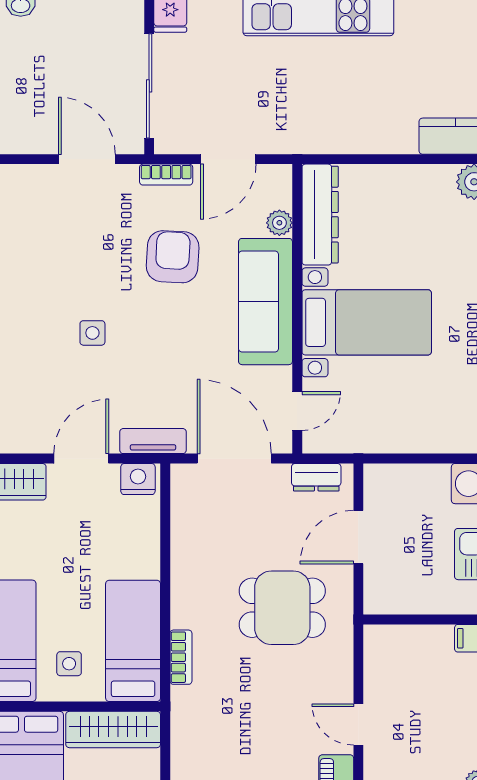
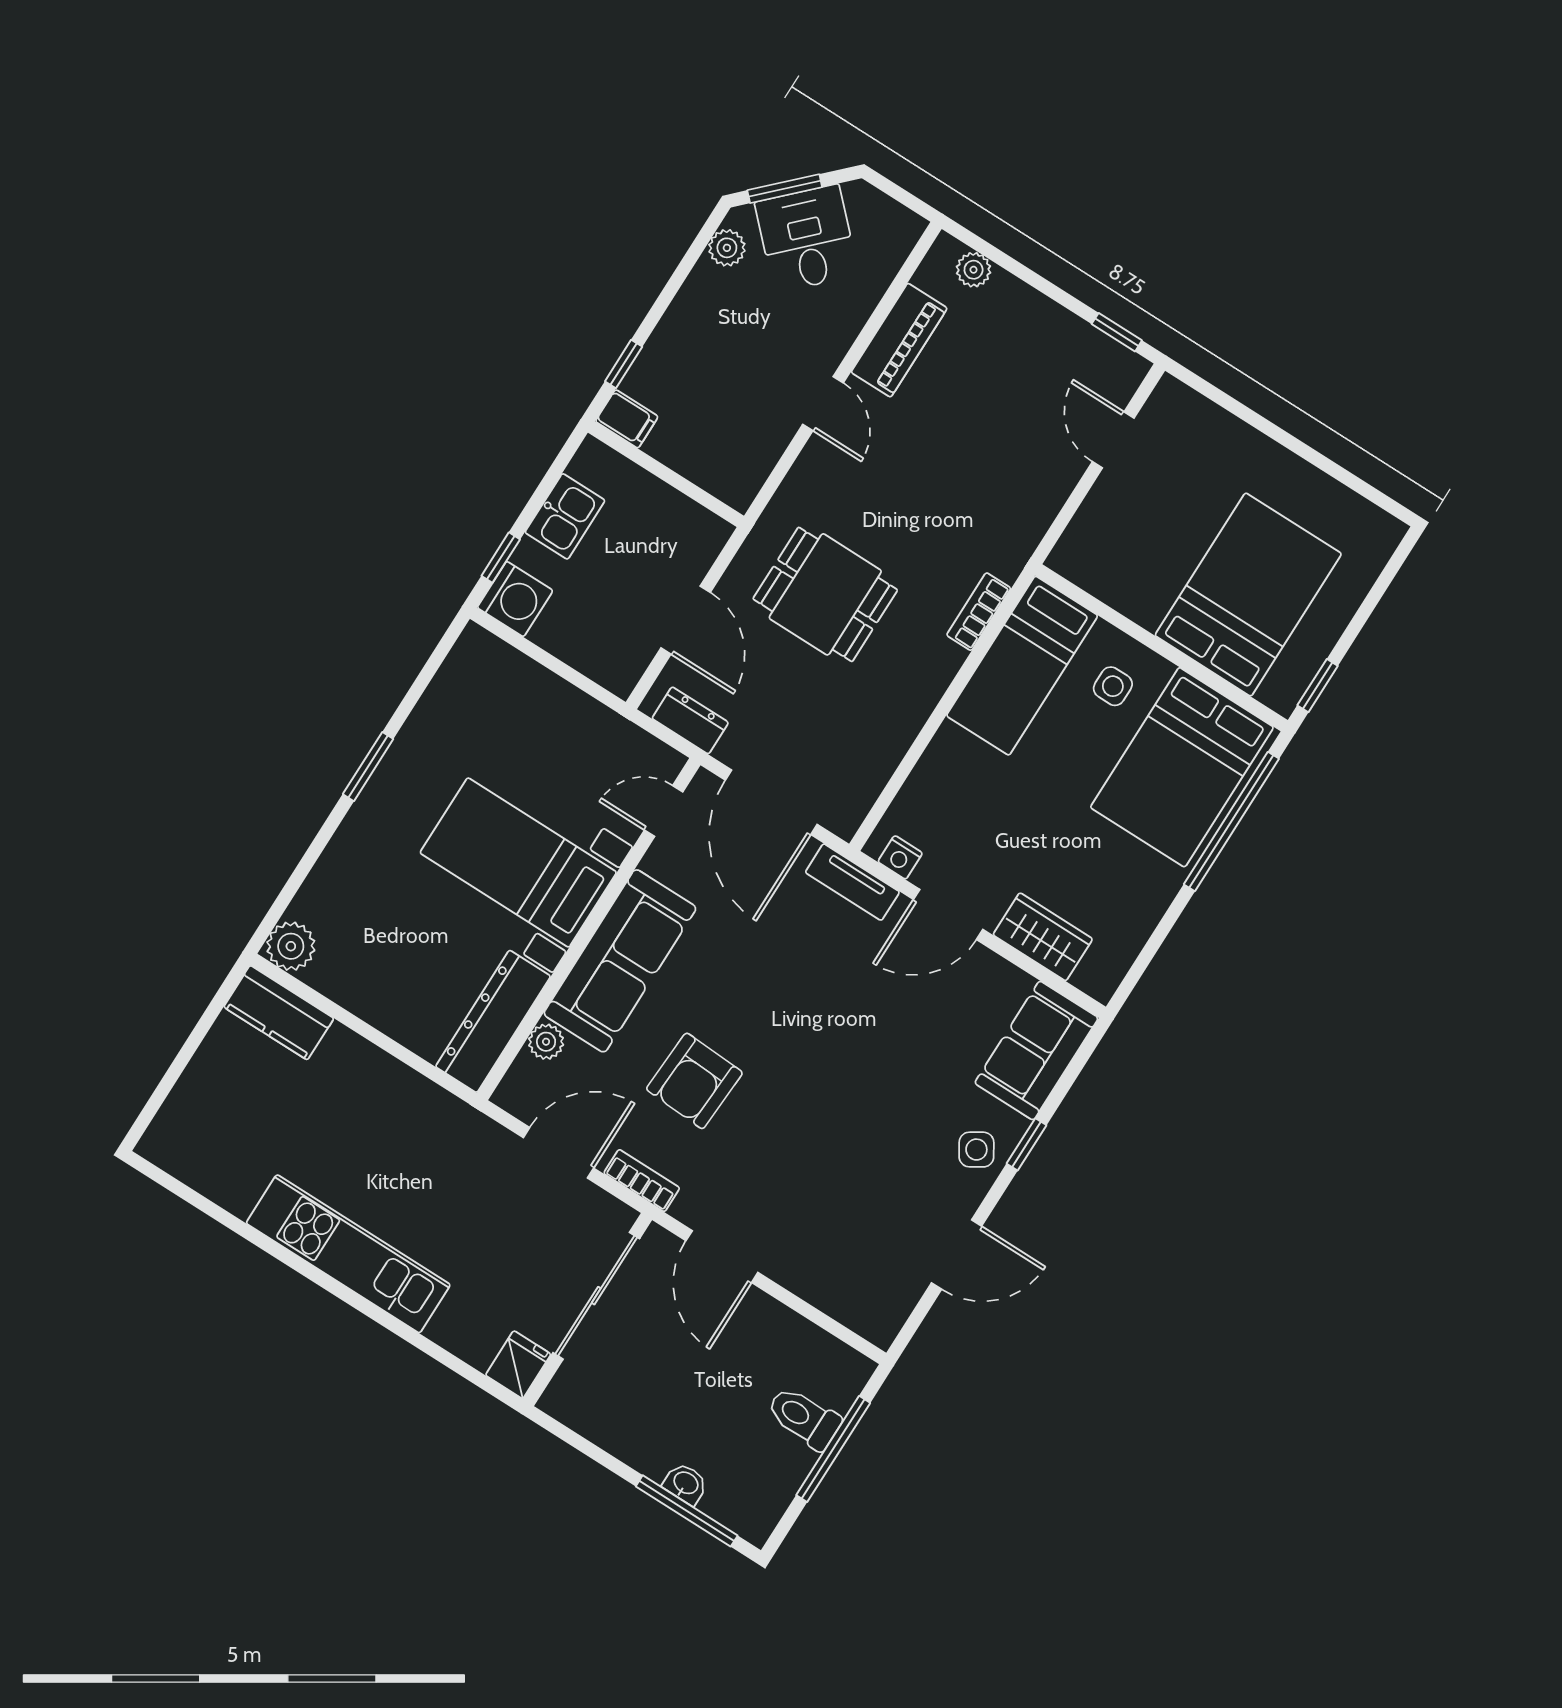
side table: (92, 333) -> (843, 1052), removed
nightstand: (138, 479) -> (900, 857), width x0.72, depth x0.74
door: (358, 537) -> (686, 620), hinge flipped
wardrobe: (113, 729) -> (1110, 578), removed

